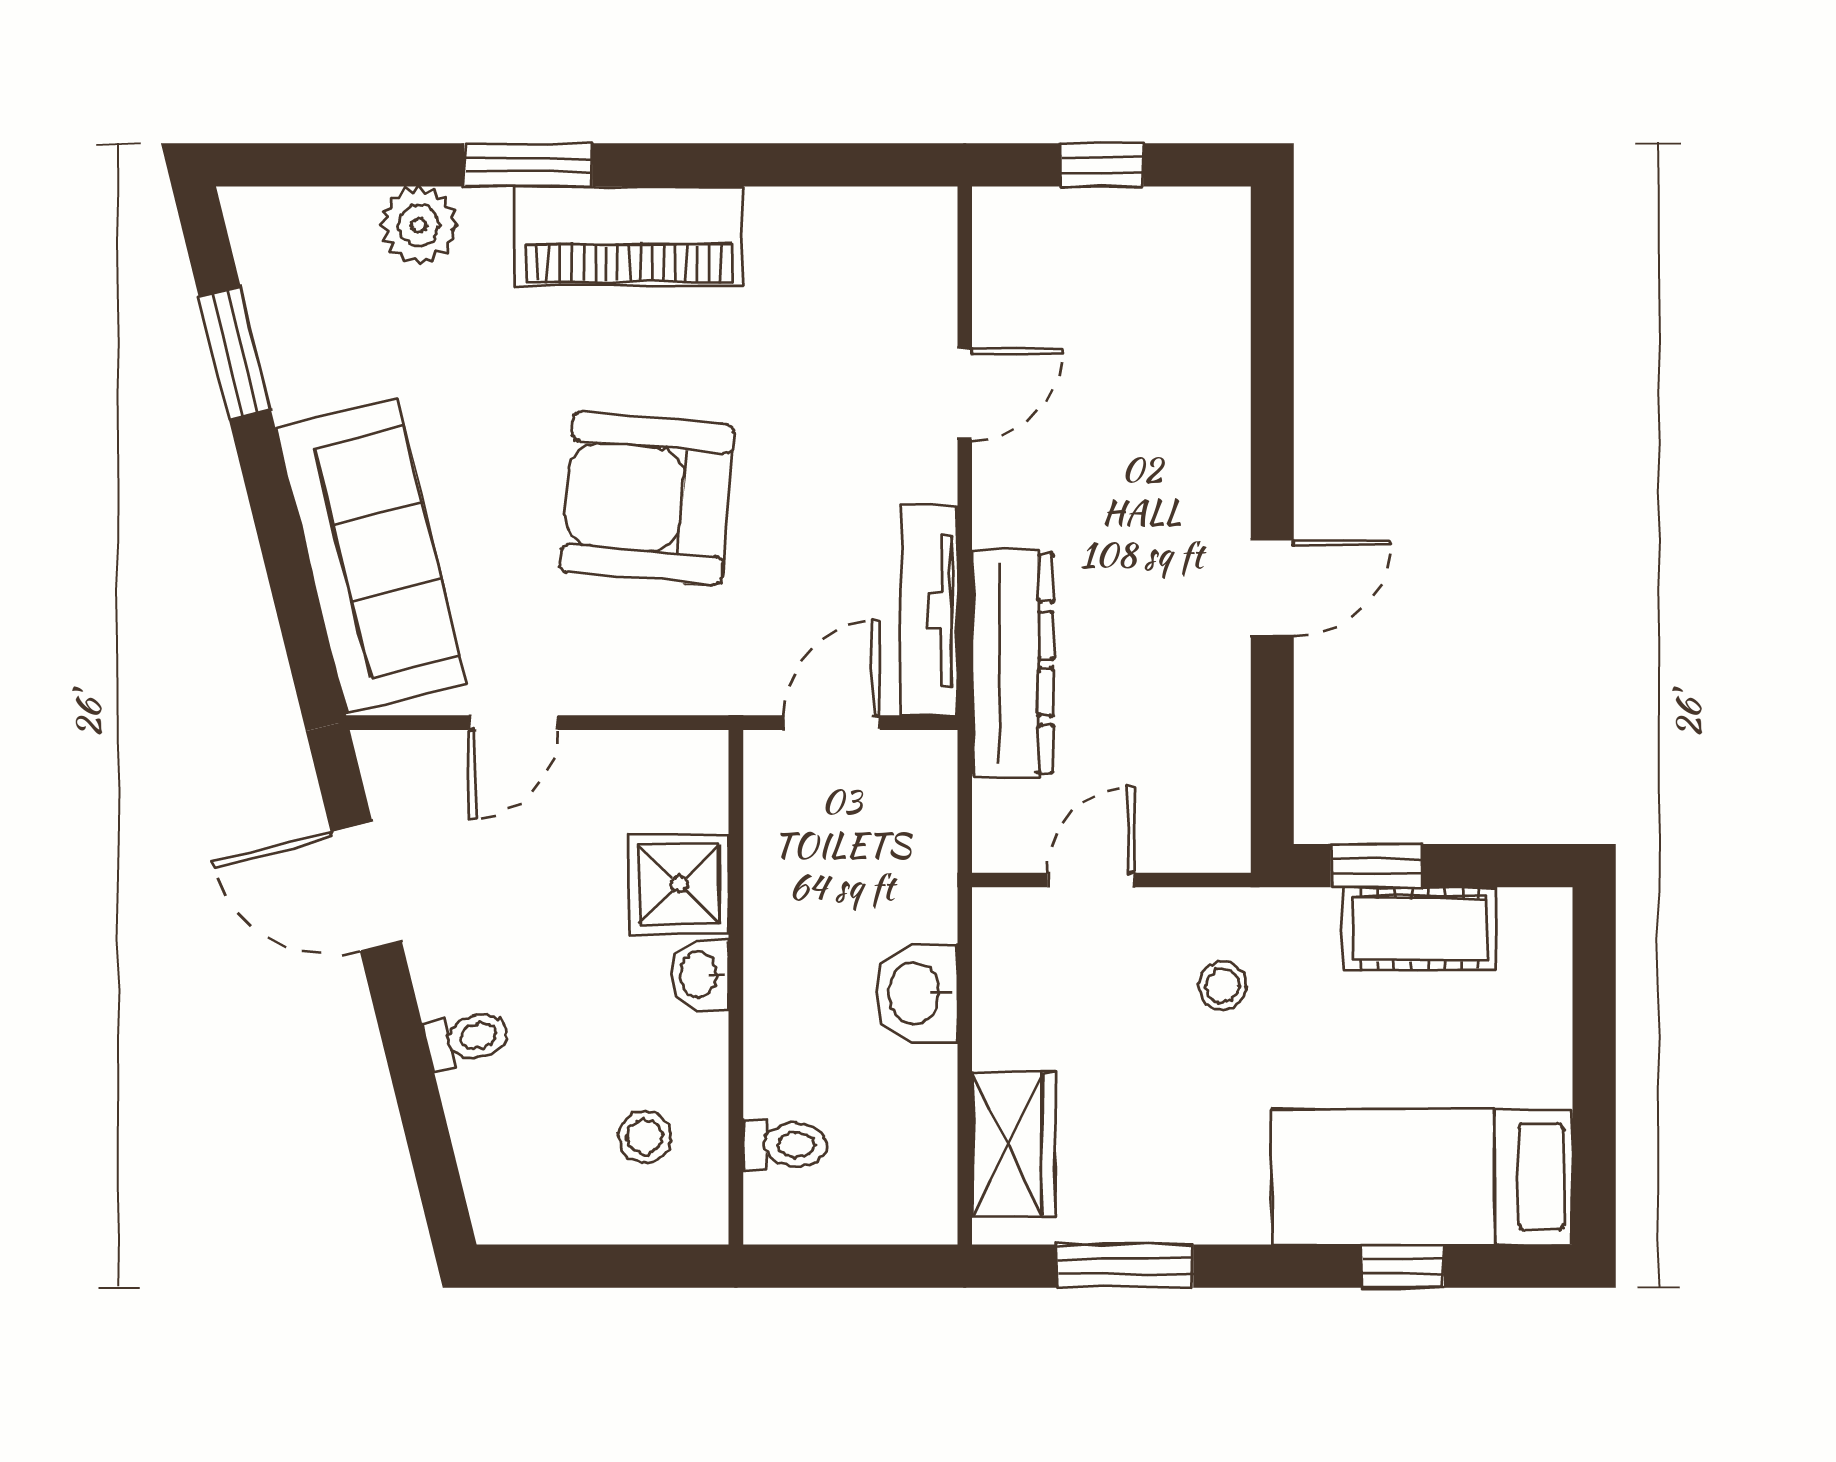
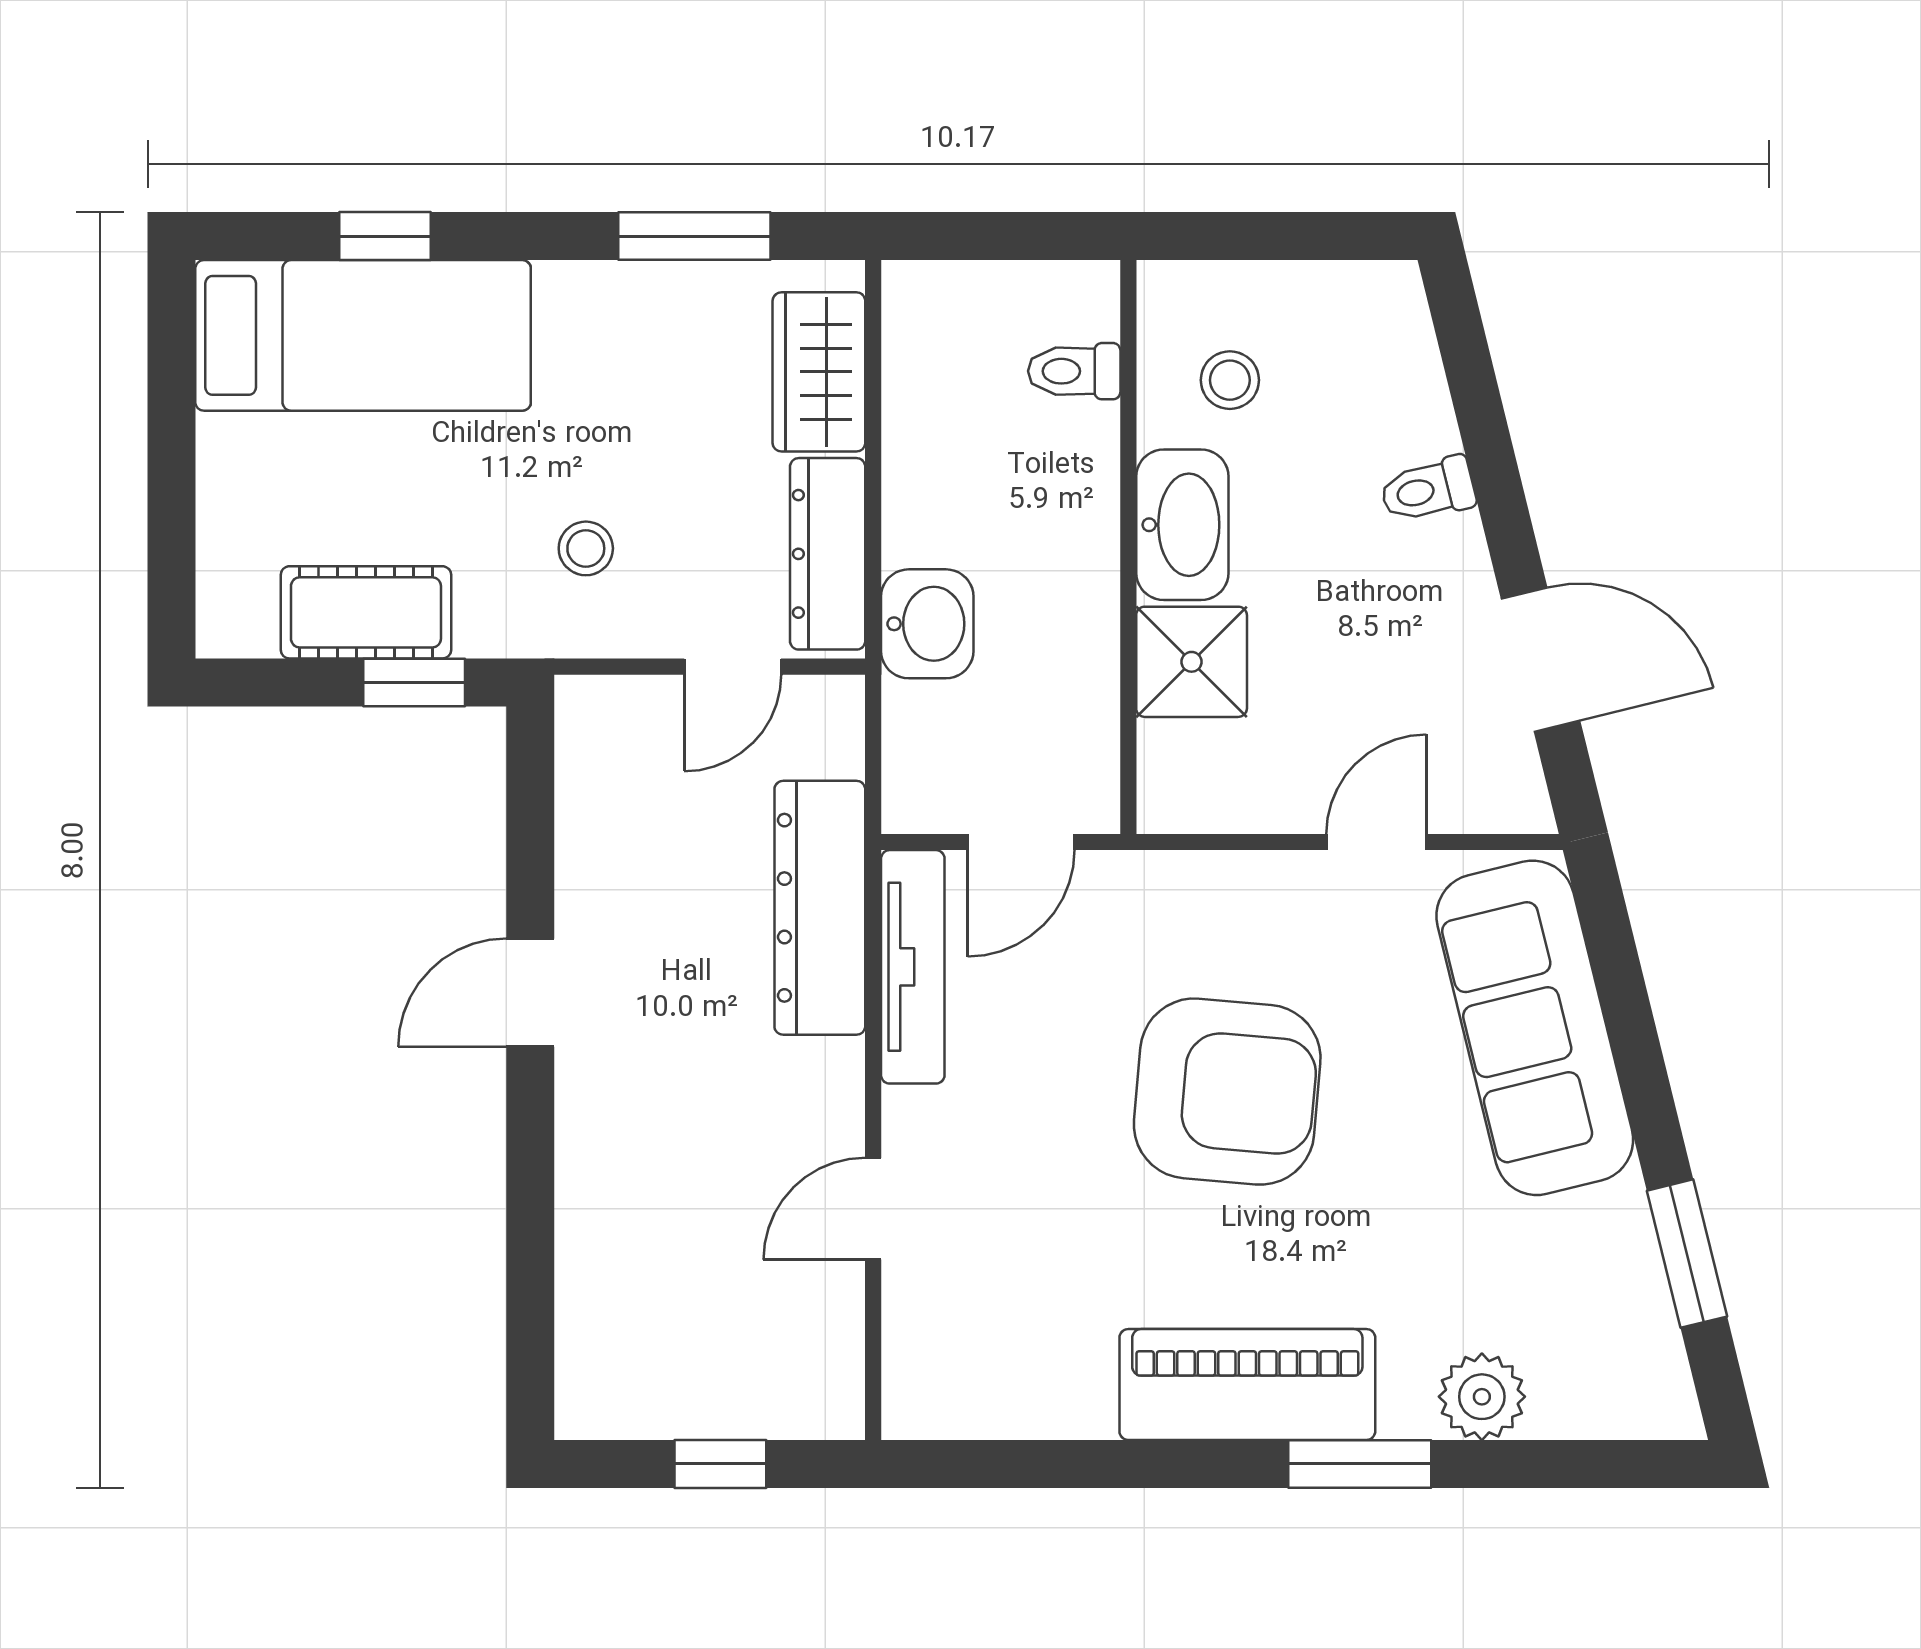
washbasin: (700, 975) -> (1182, 525), width x1.91, depth x1.45
dresser: (1006, 981) -> (828, 554), added
washbasin: (916, 993) -> (927, 624), moved

